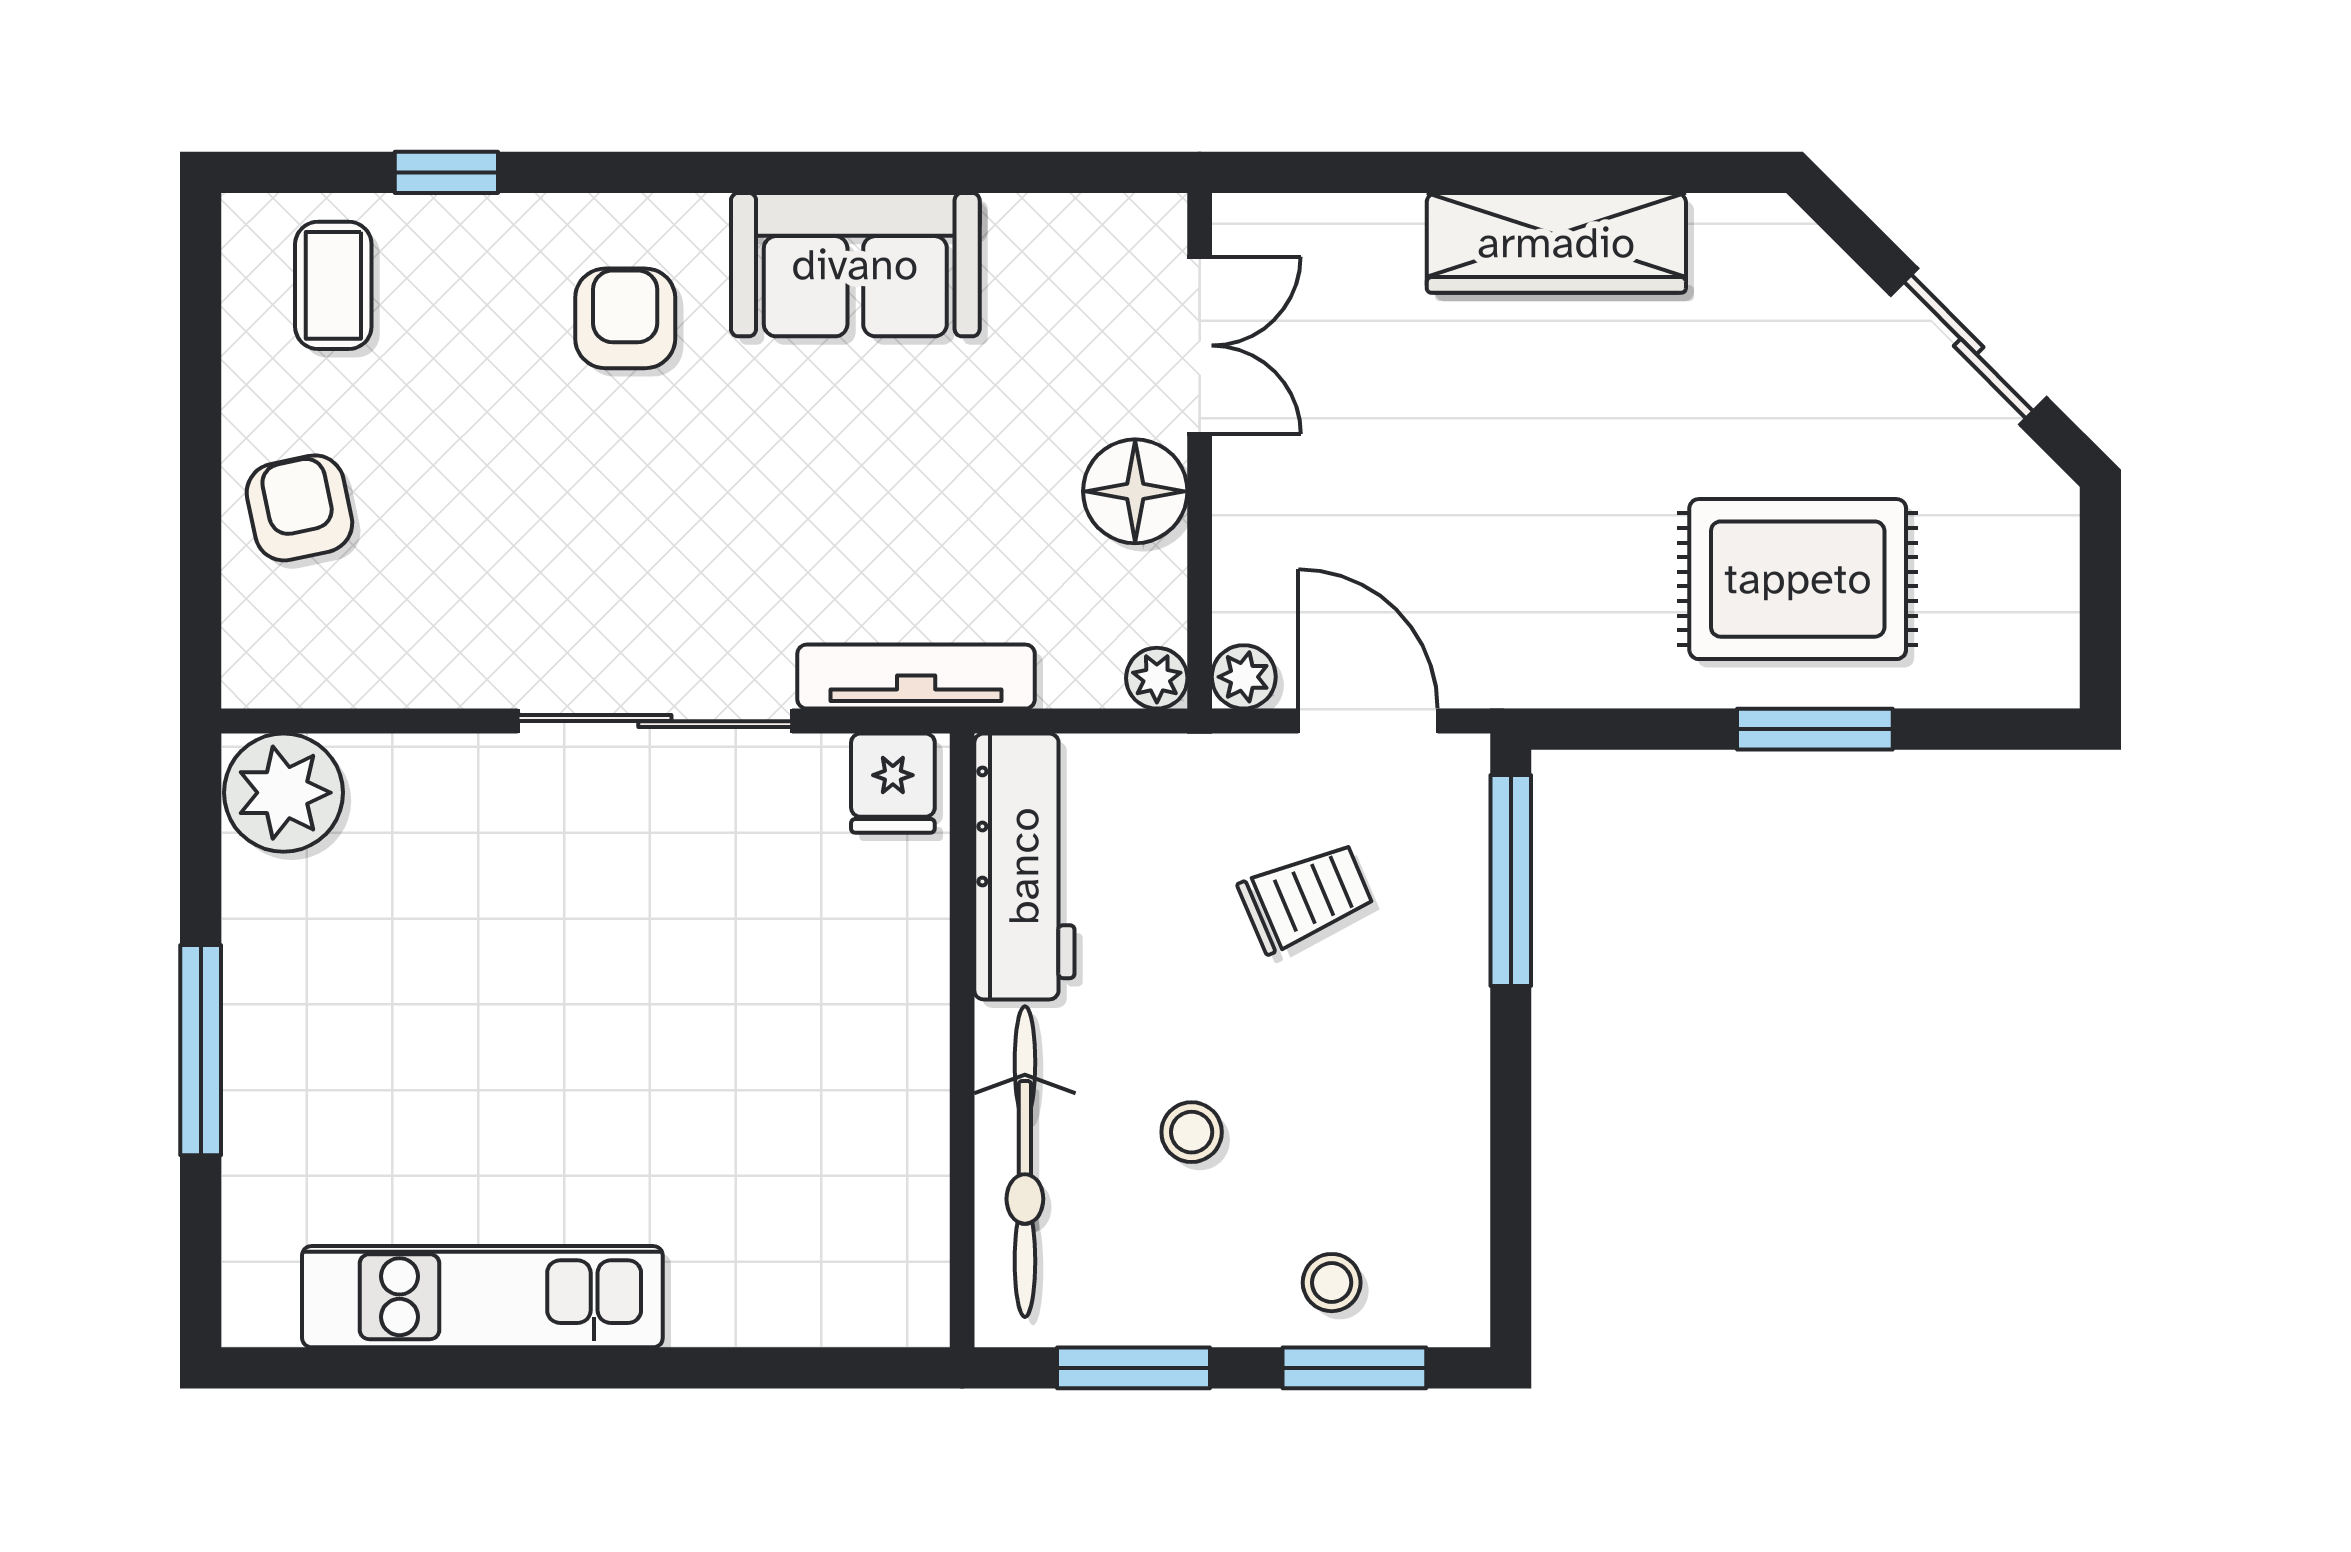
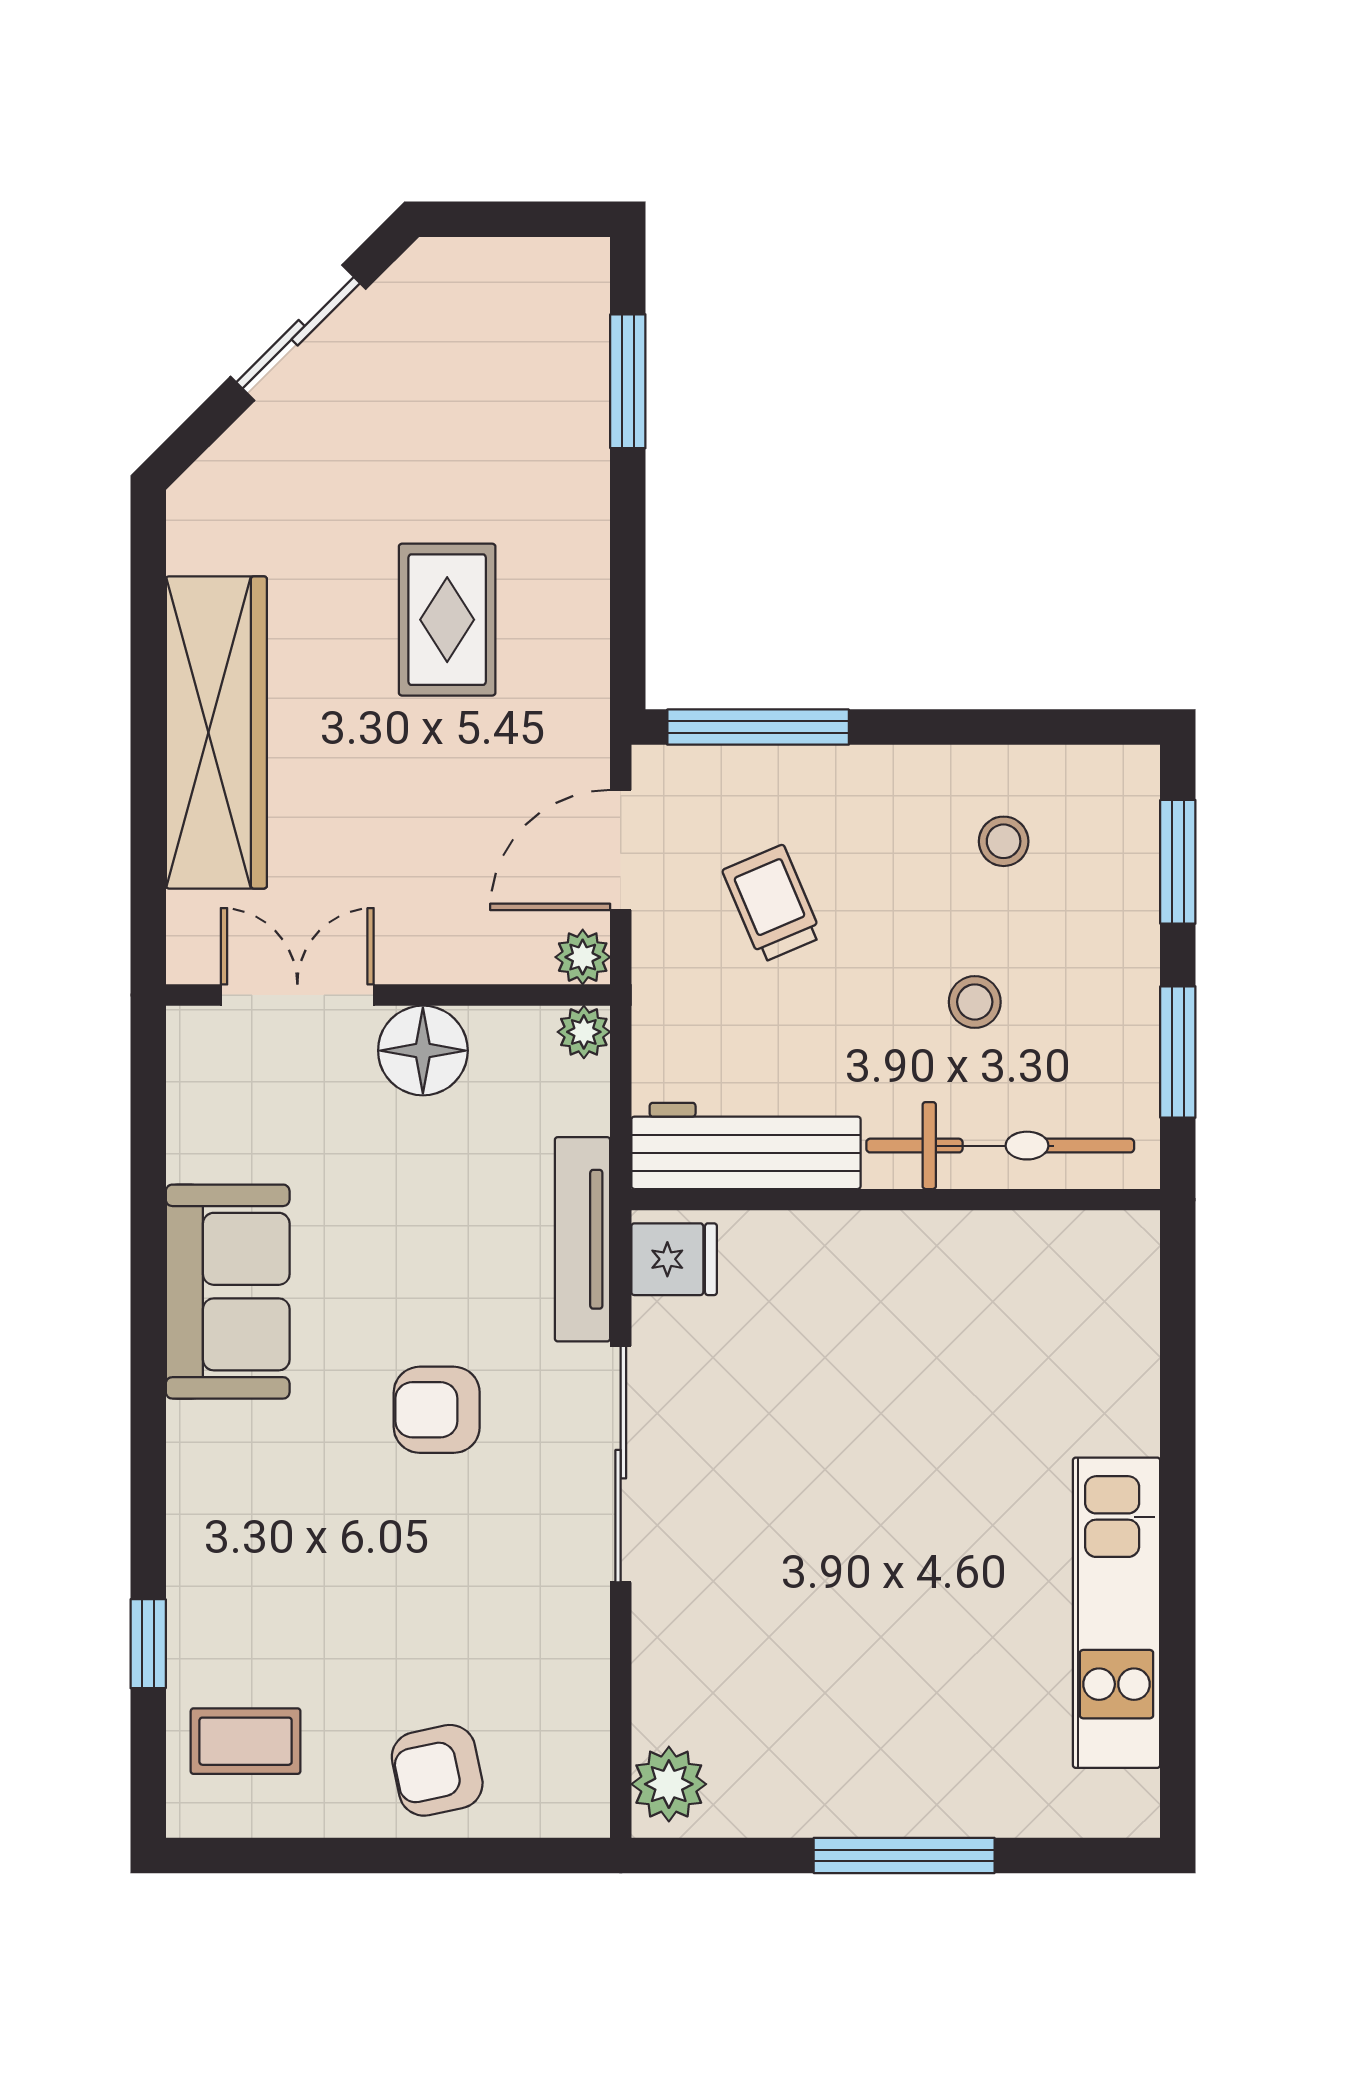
wardrobe: (1556, 243) -> (216, 732), width x1.40, depth x1.17
armchair: (625, 318) -> (437, 1410), moved
rug: (1798, 579) -> (447, 620), moved, width x0.73, depth x0.70
window: (1815, 729) -> (628, 381), moved
plant: (283, 793) -> (669, 1784), width x0.73, depth x0.73
stool: (1332, 1283) -> (1004, 841), moved

